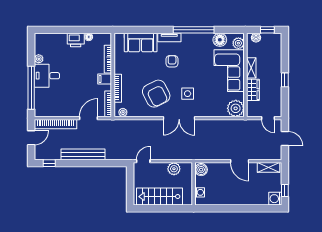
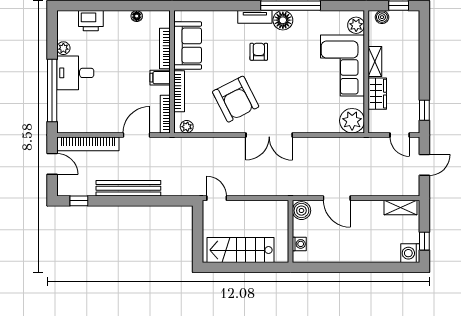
printer: (76, 40) -> (91, 21), moved
floor lamp: (220, 40) -> (283, 20), moved
sofa: (141, 43) -> (188, 45), moved, turned -90
window: (285, 80) -> (424, 110), moved
side table: (188, 94) -> (282, 99), removed
door: (31, 138) -> (52, 164), hinge flipped
door: (285, 139) -> (424, 165), hinge flipped
door: (143, 161) -> (217, 198), hinge flipped
door: (240, 161) -> (337, 198), moved
plant: (174, 169) -> (262, 209), removed

